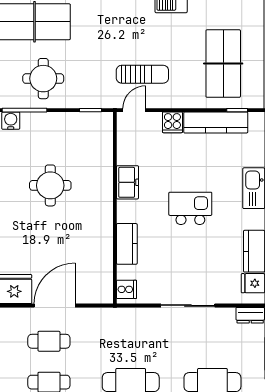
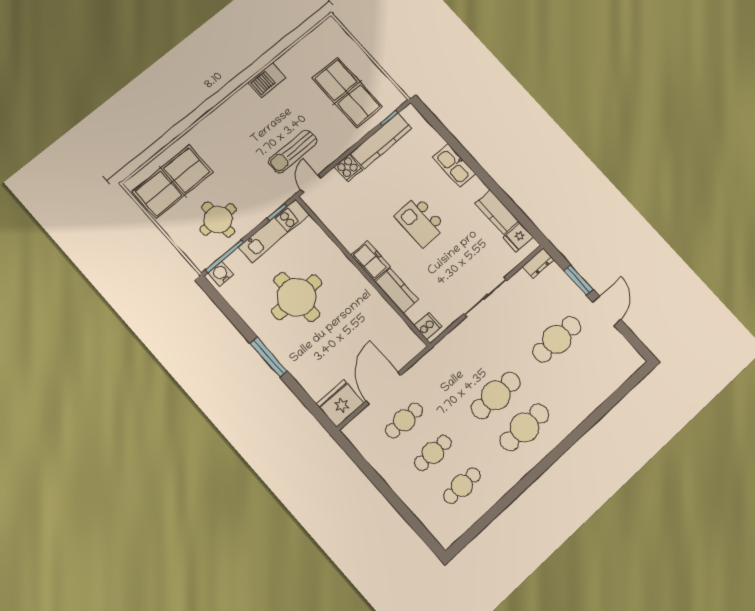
sun lounger: (142, 74) -> (293, 151), turned 180
kitchen unit: (76, 122) -> (274, 231), added
freezer: (127, 182) -> (370, 261), moved
round table: (50, 185) -> (297, 297), width x1.36, depth x1.36
kitchen island: (190, 208) -> (420, 222), turned -90

